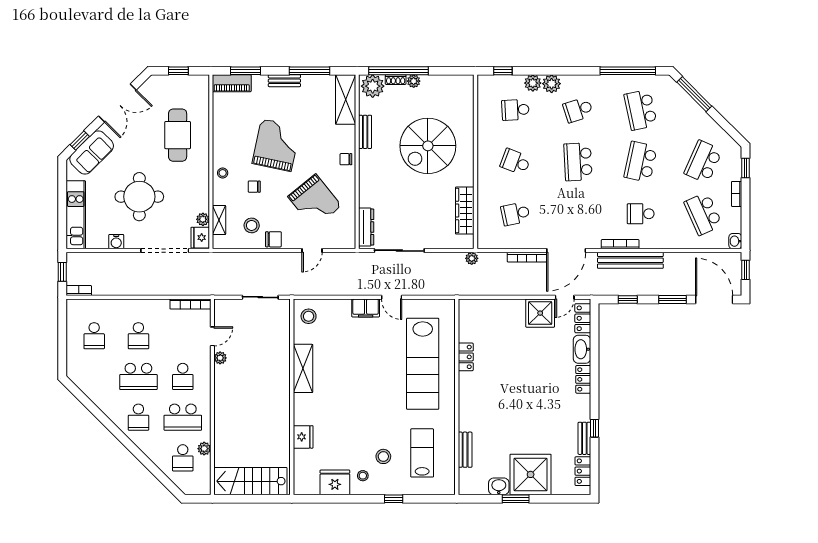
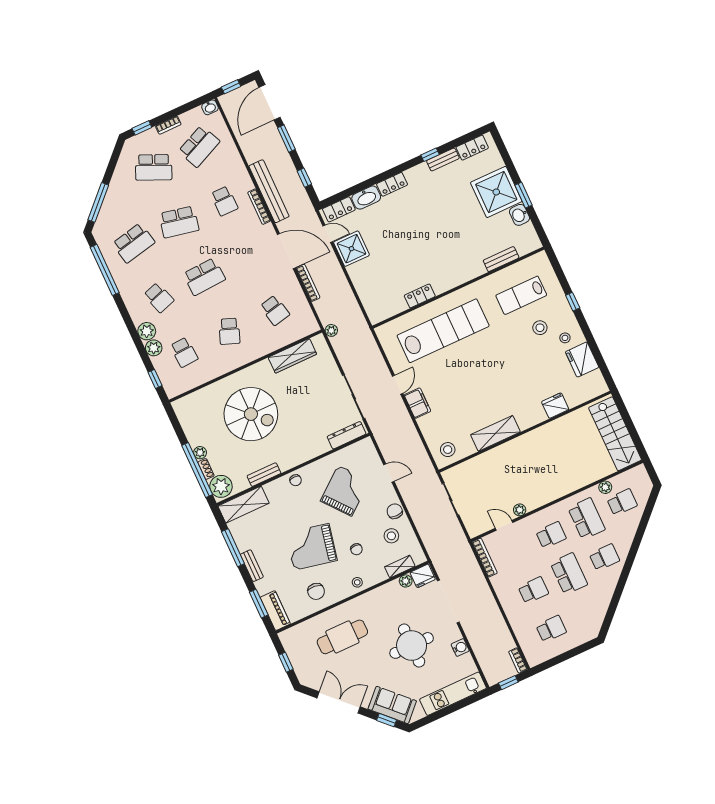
chair: (232, 130) -> (316, 591), added

